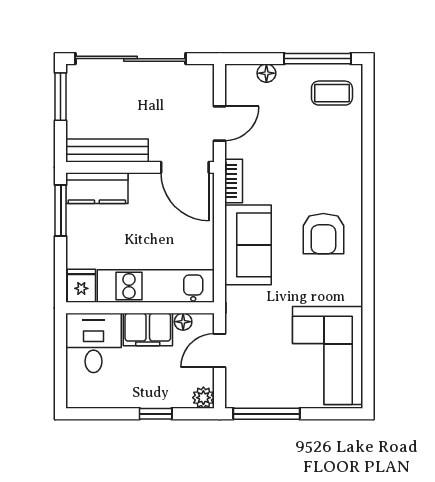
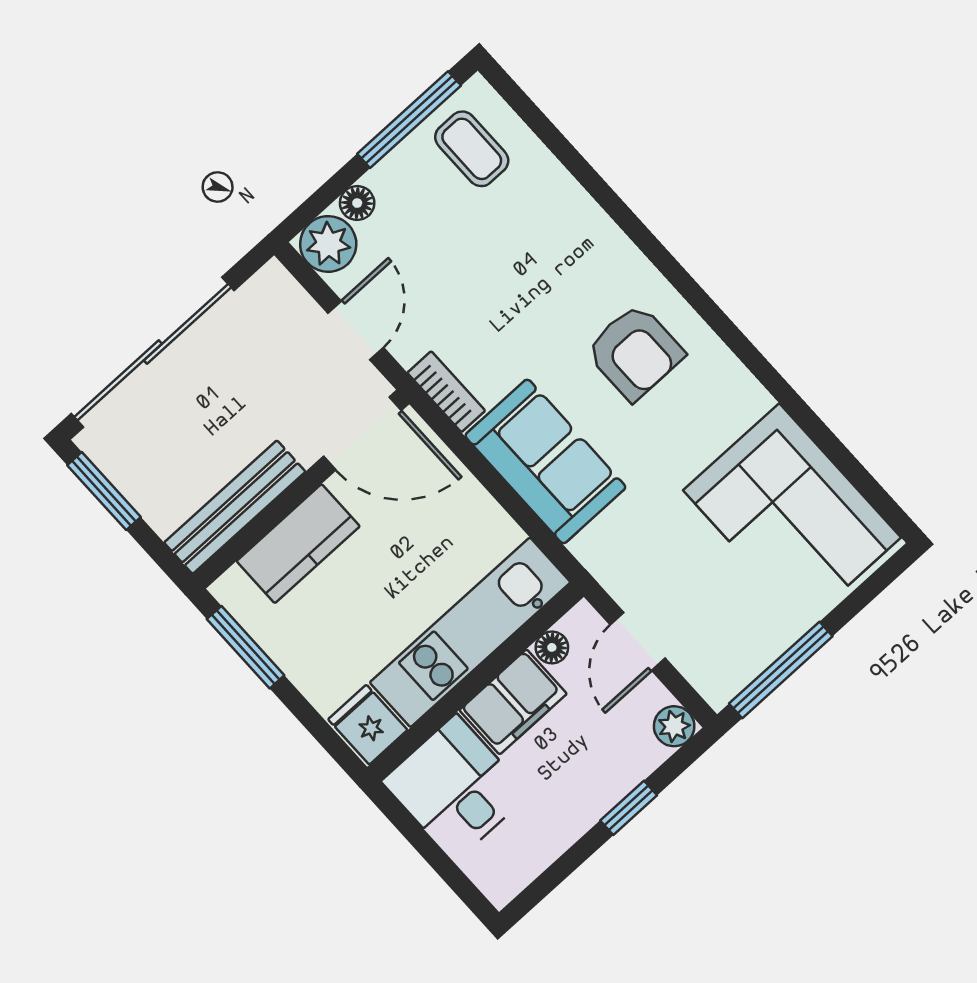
plant: (240, 79) -> (328, 244), added
coffee table: (332, 93) -> (472, 149), turned 90
kitchen counter: (97, 188) -> (298, 544), moved

